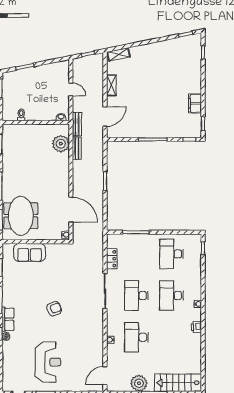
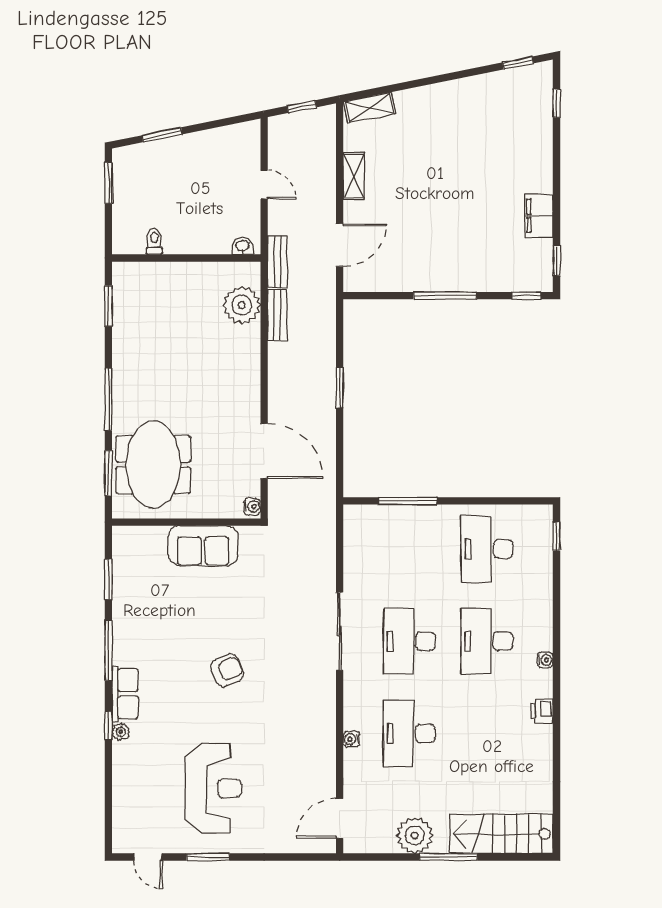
sofa: (30, 252) -> (203, 546), moved
locker: (112, 259) -> (354, 560), removed

